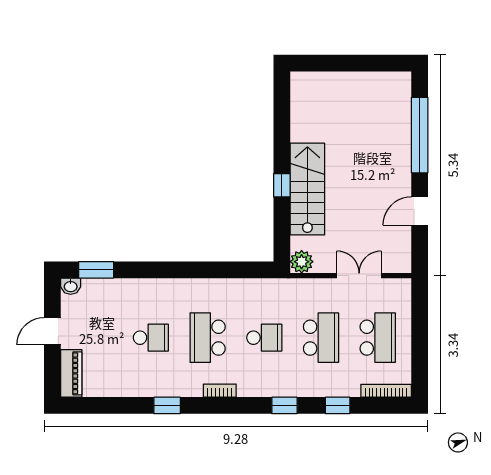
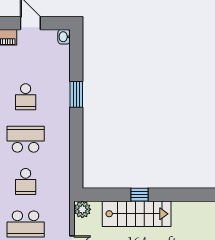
window: (96, 270) -> (76, 94), moved

